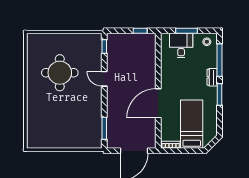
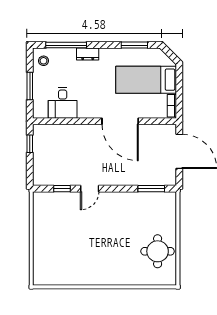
window: (104, 46) -> (62, 189), moved
desk: (181, 46) -> (63, 103), moved, turned -90
round table: (60, 73) -> (158, 251), moved, width x0.73, depth x0.73
window: (219, 95) -> (134, 45), moved

